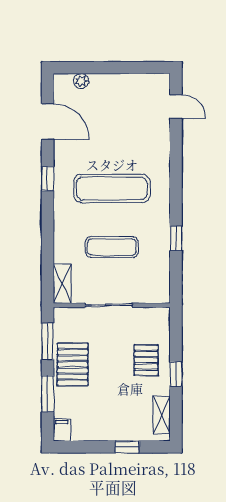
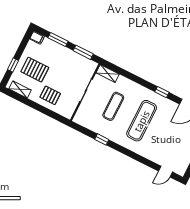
pallet: (73, 364) -> (35, 70), moved
window: (176, 374) -> (36, 106), removed

